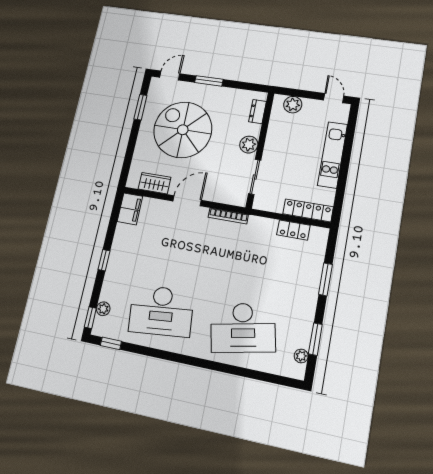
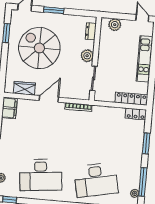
locker: (293, 230) -> (136, 114), moved
window: (315, 339) -> (143, 182), width x1.44

